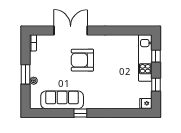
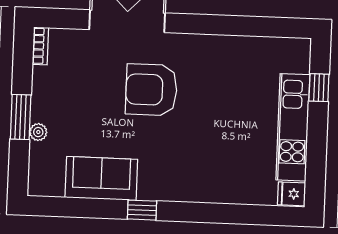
kitchen unit: (145, 58) -> (293, 127), moved
window: (156, 85) -> (316, 152), removed
sofa: (62, 100) -> (101, 178), width x0.73

